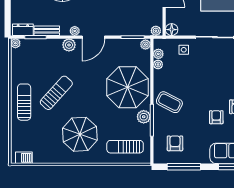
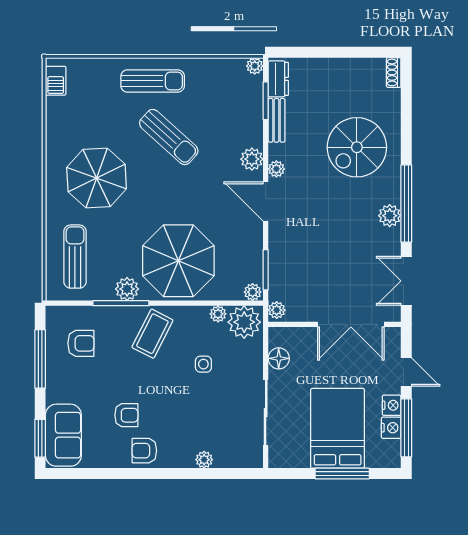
floor lamp: (172, 30) -> (279, 358), moved
side table: (184, 50) -> (203, 364), moved
plant: (158, 54) -> (244, 322), width x1.87, depth x1.87

